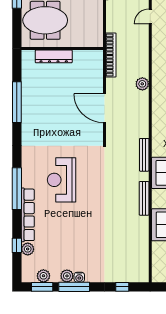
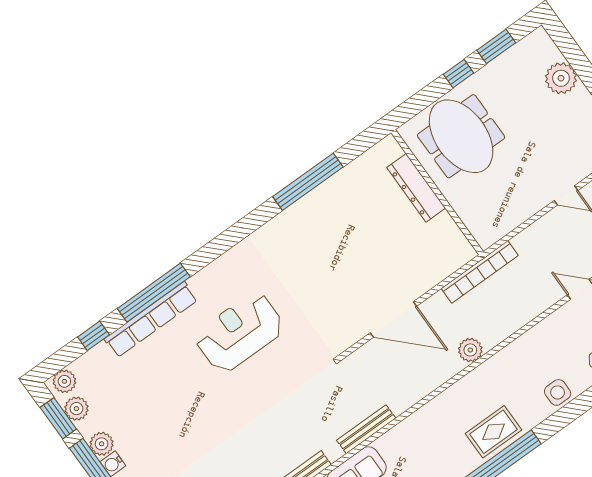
door: (105, 108) -> (393, 319), swing flipped
window: (17, 189) -> (154, 293), moved
plant: (28, 249) -> (64, 381), moved

